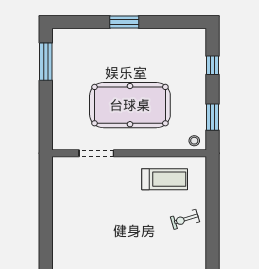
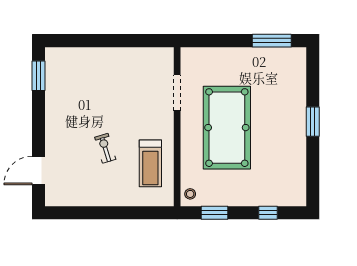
exercise bike: (185, 219) -> (105, 148), moved

